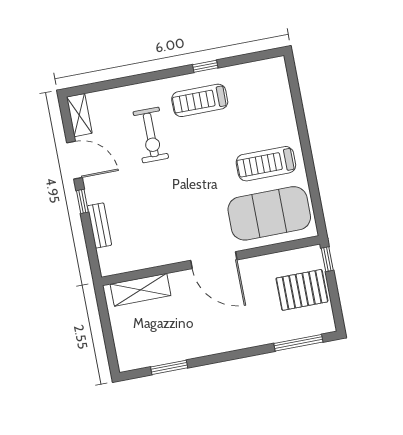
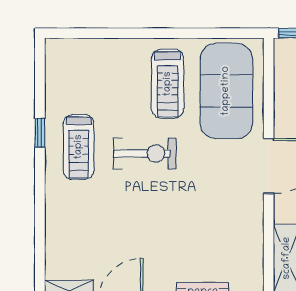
exercise bike: (151, 135) -> (145, 153), moved

